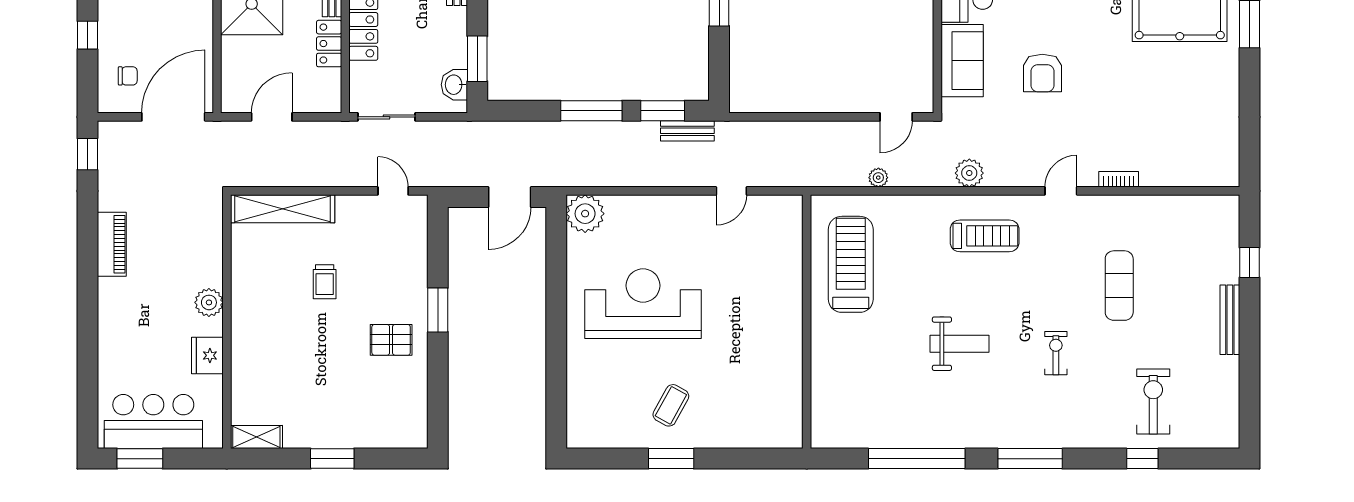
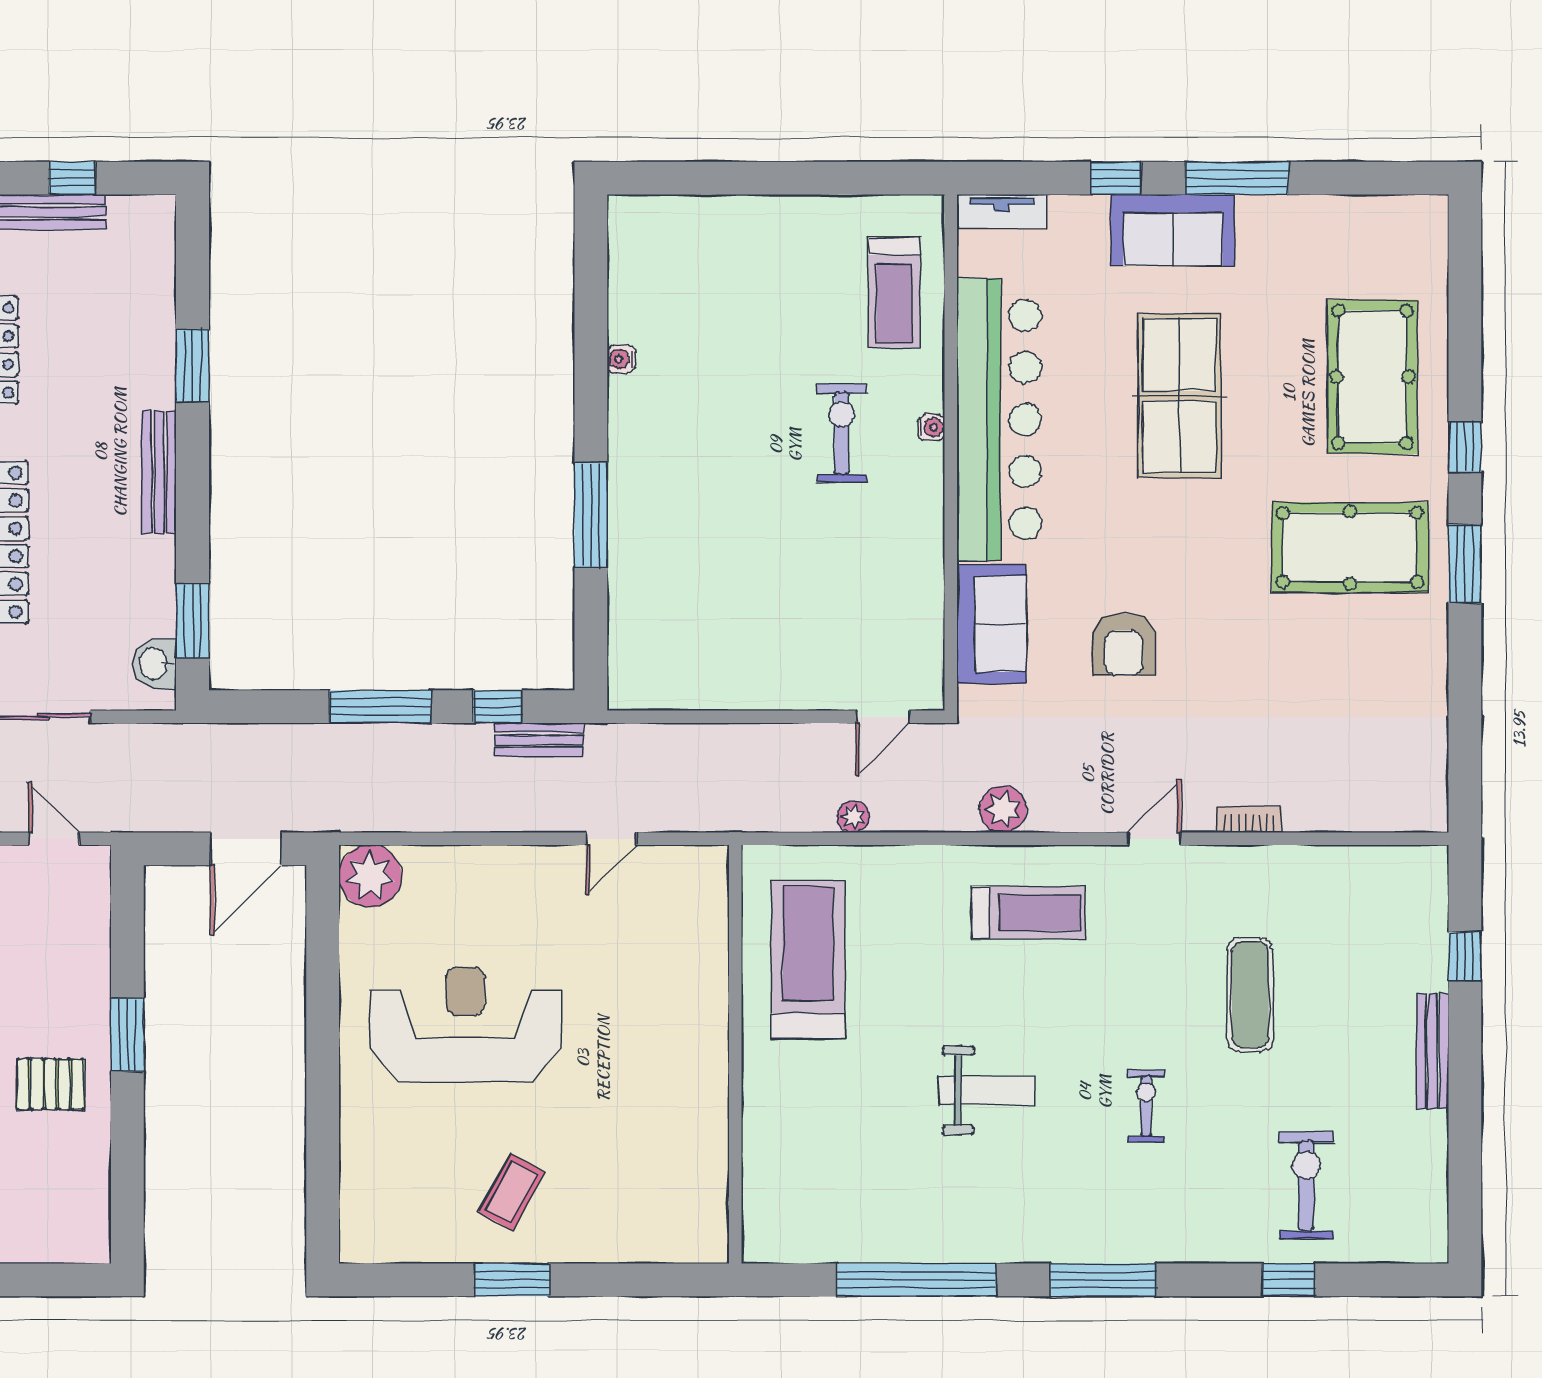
window: (663, 111) -> (498, 707), width x0.67

